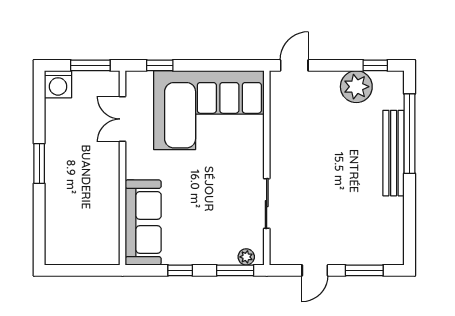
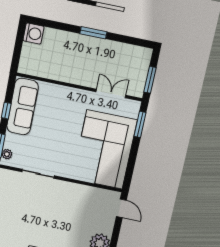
window: (160, 65) -> (140, 124), width x1.50
washing machine: (58, 84) -> (33, 34), moved, turned 180
sofa: (143, 222) -> (23, 107), moved, turned -90

